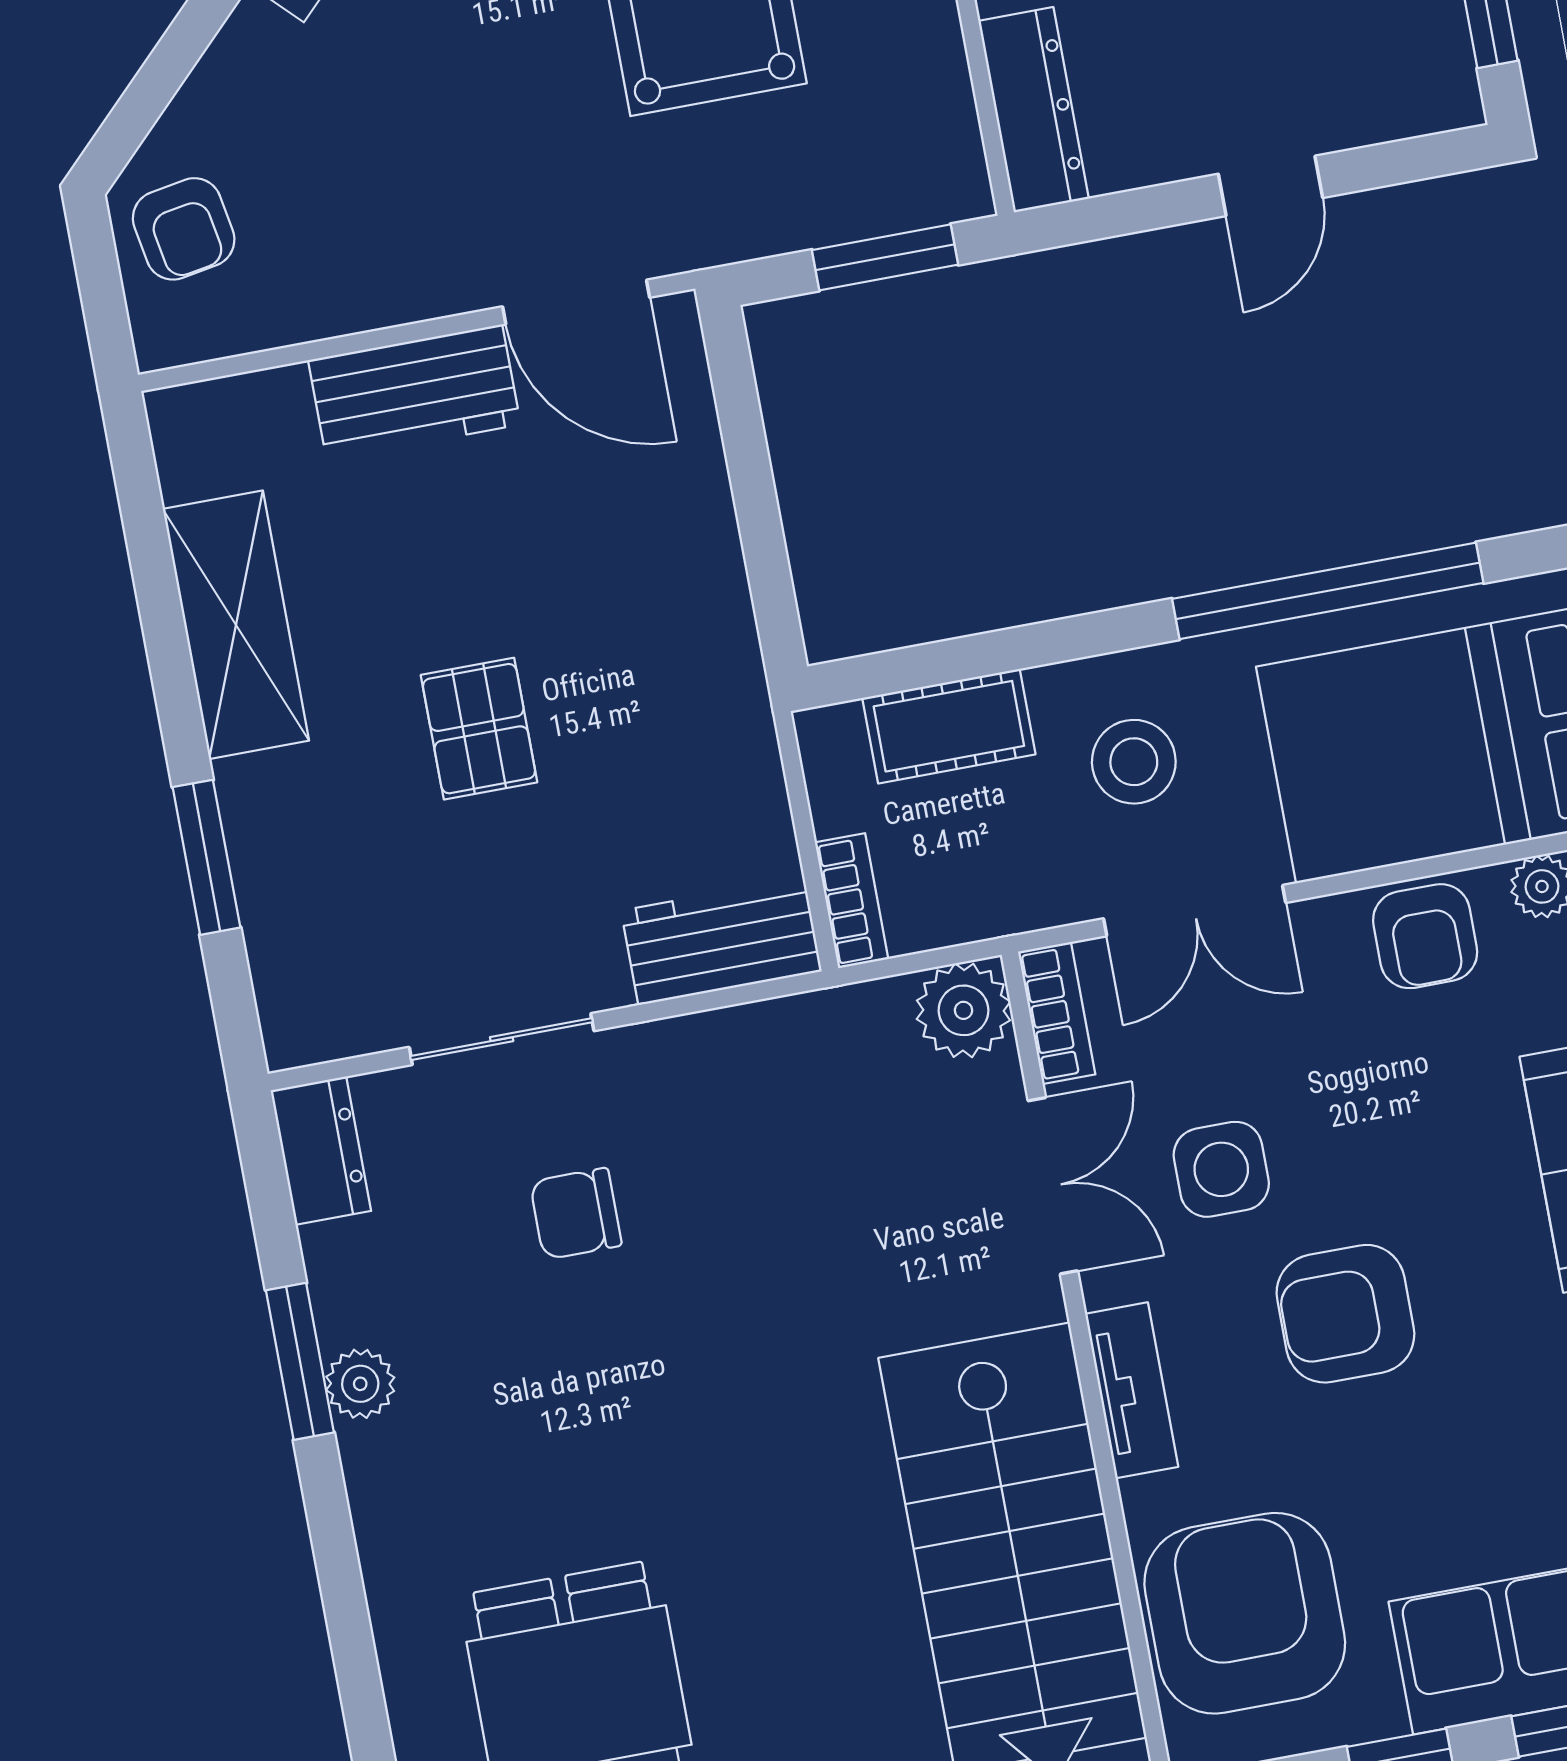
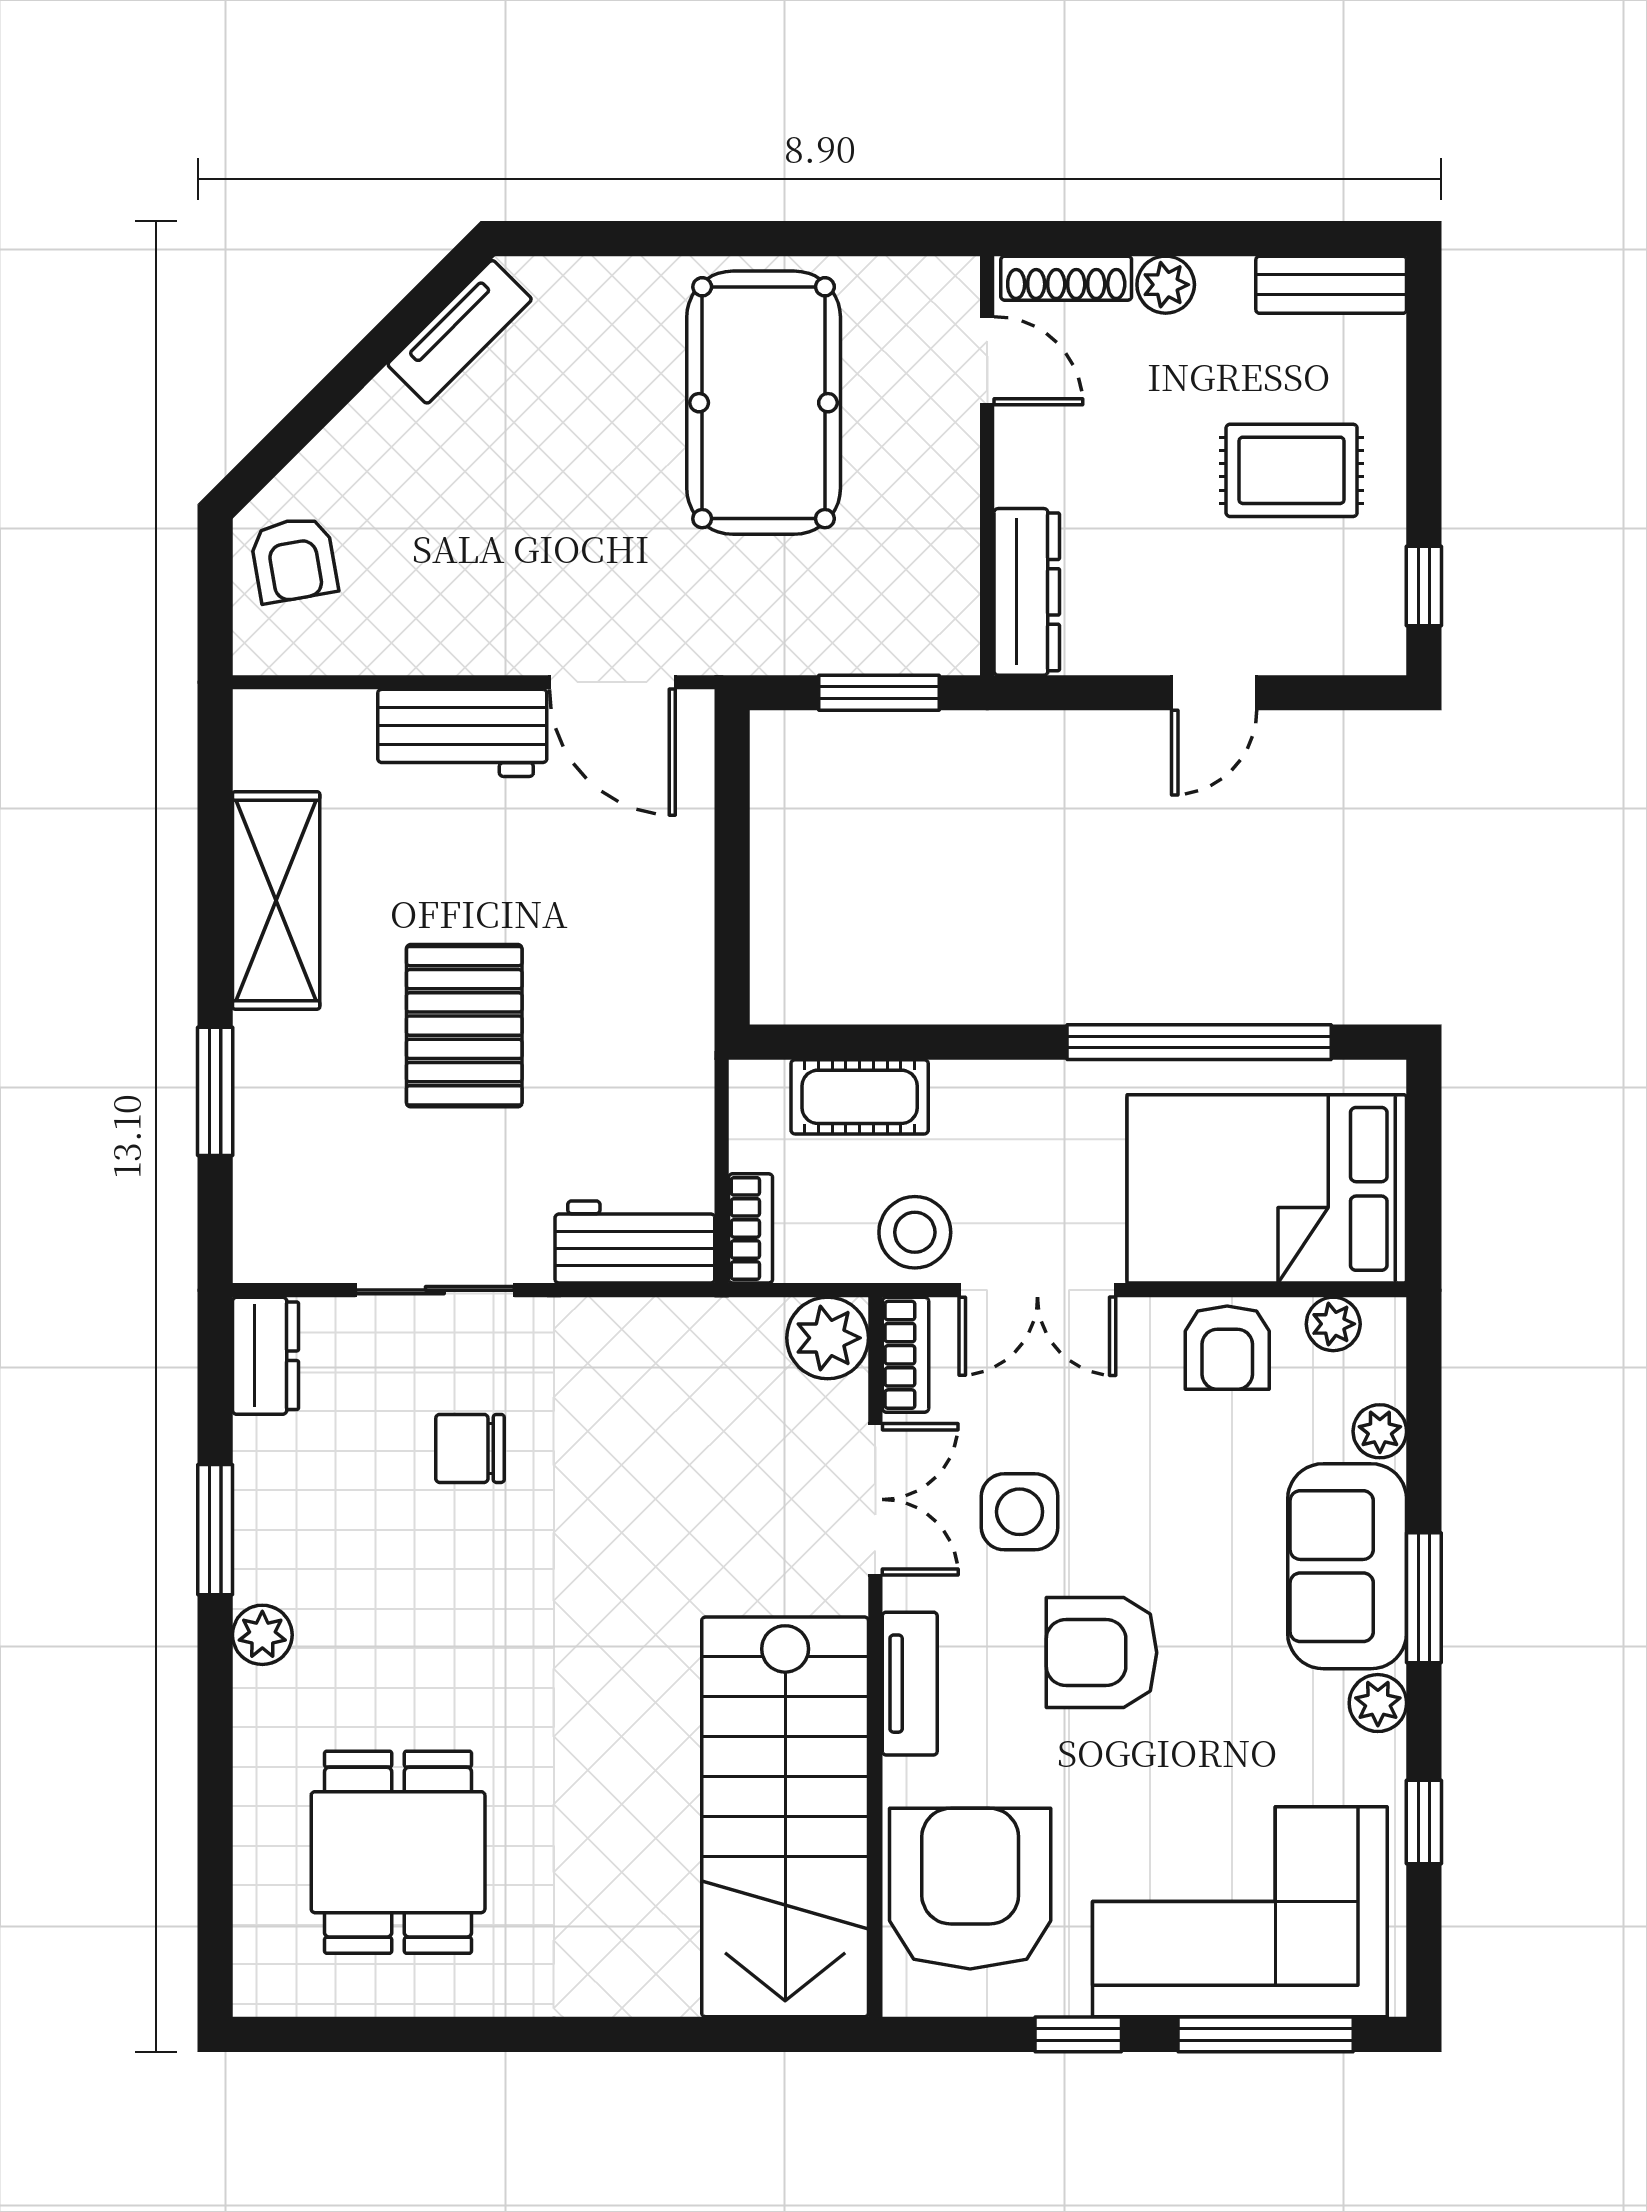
pallet: (479, 729) -> (464, 1026), width x1.50, depth x1.42
stool: (1134, 762) -> (915, 1232), moved
plant: (360, 1384) -> (262, 1635), moved

